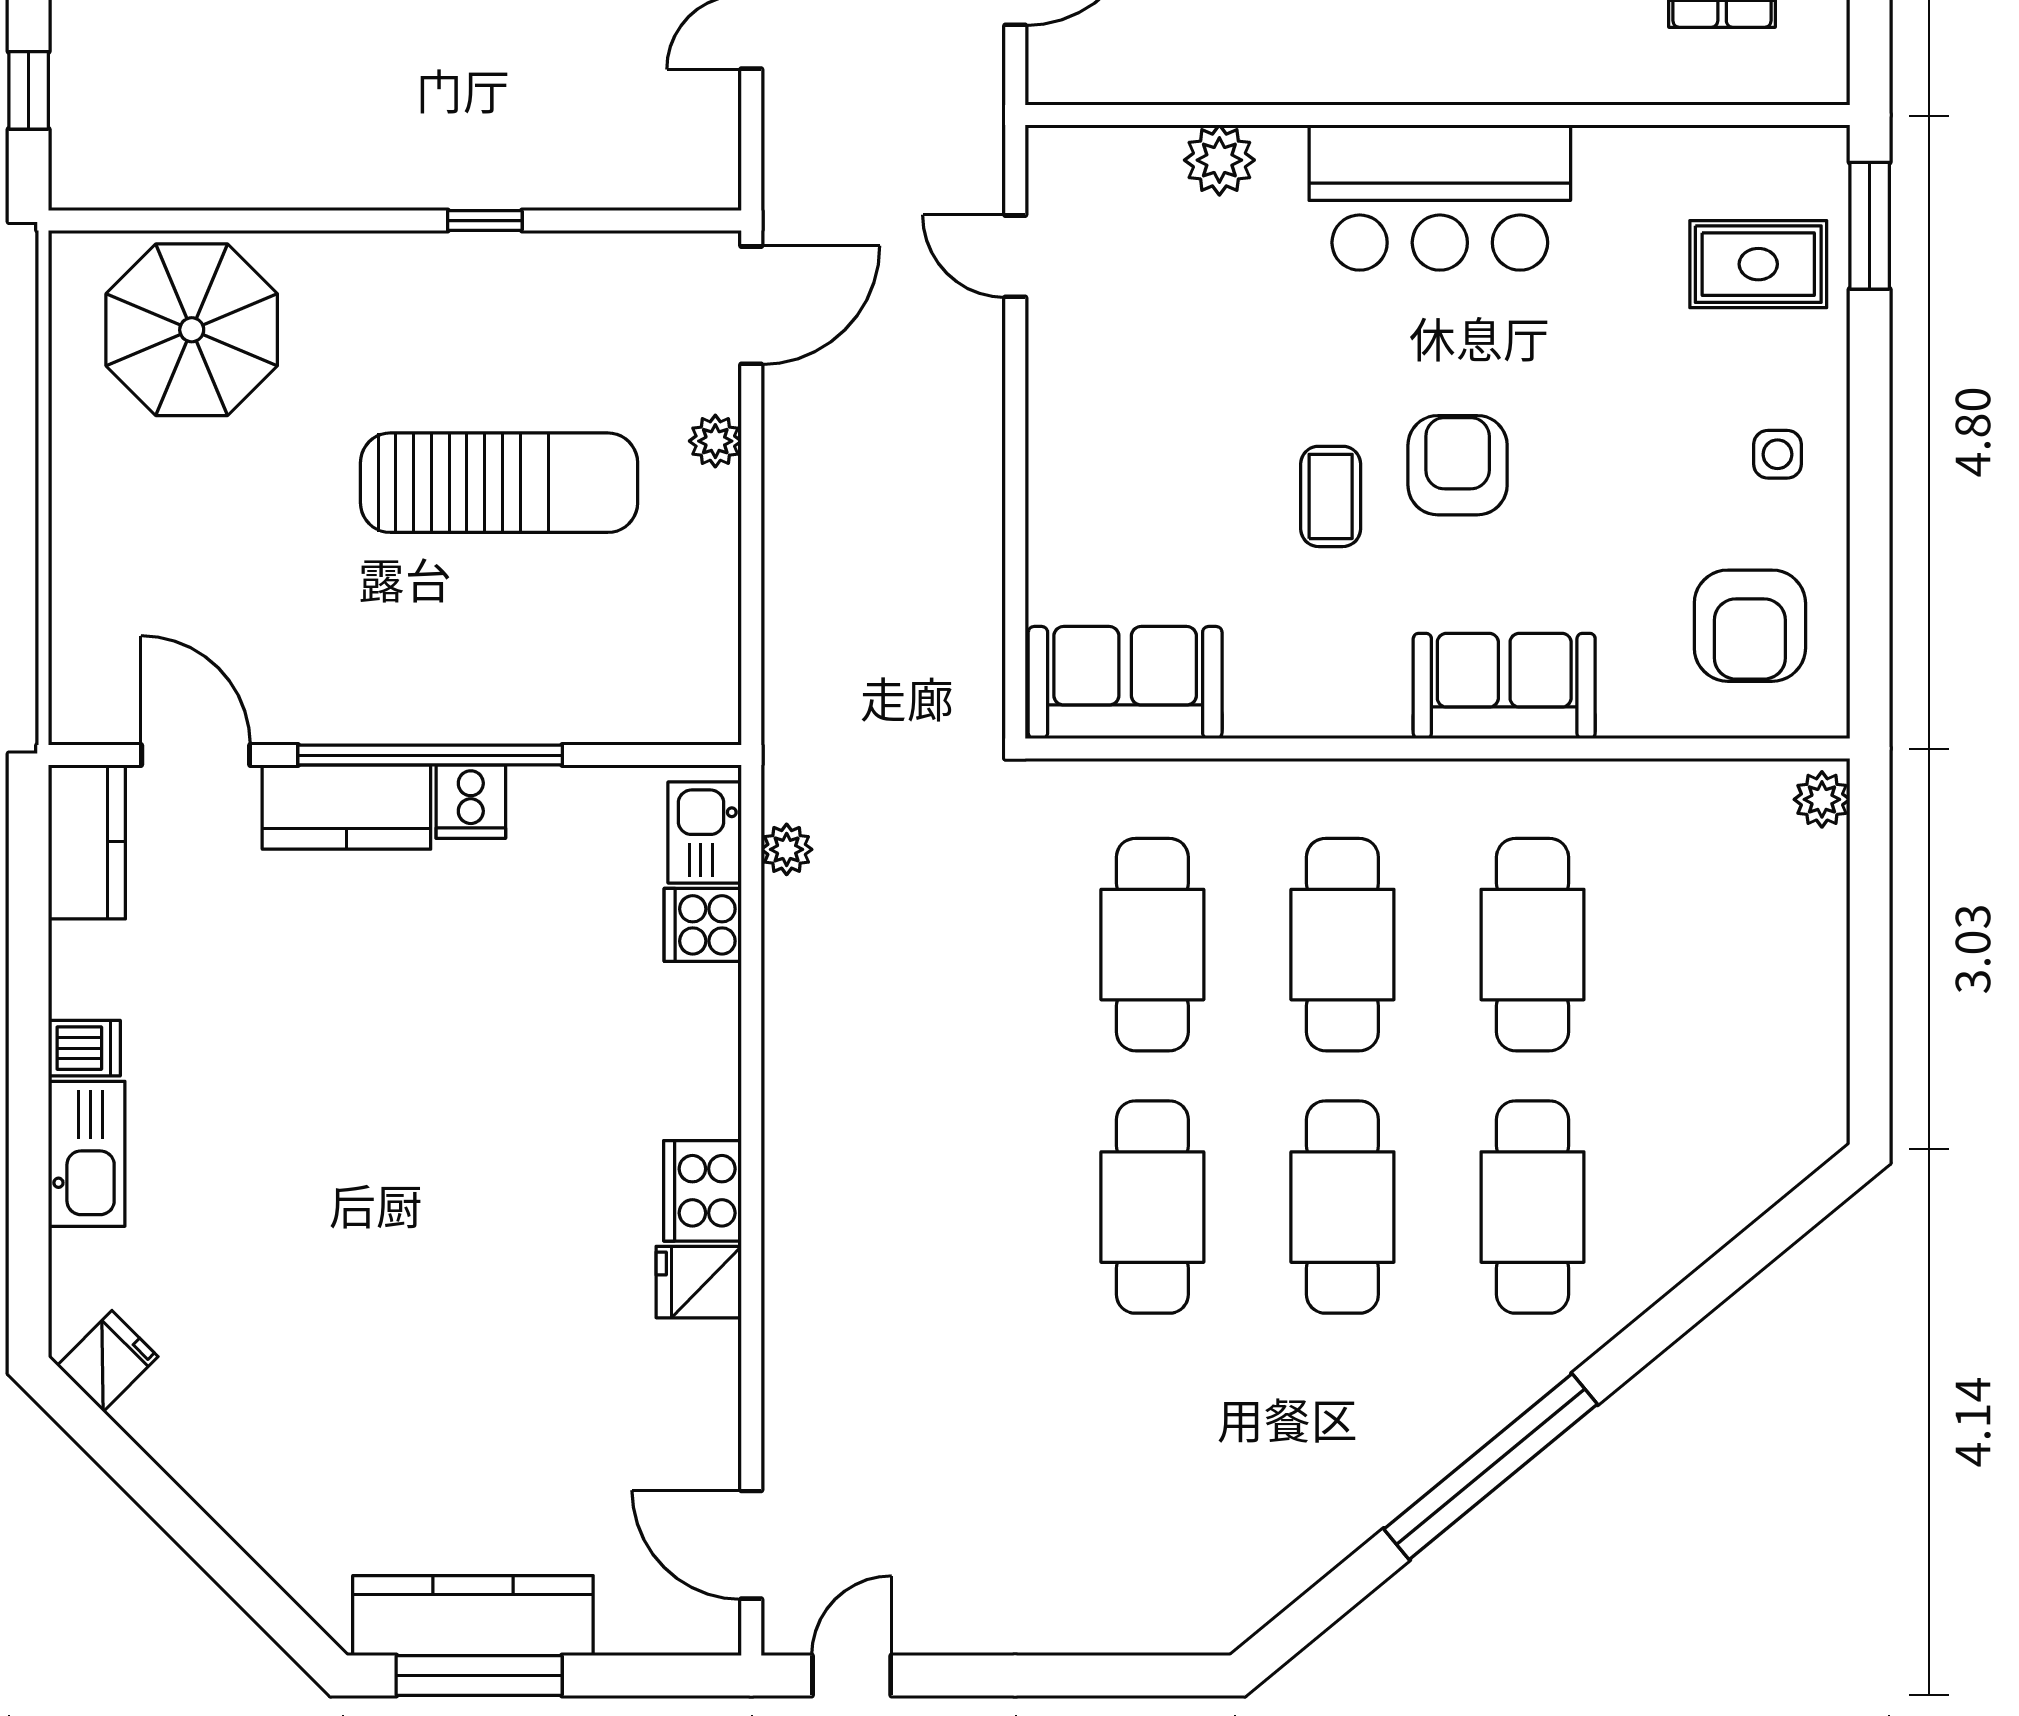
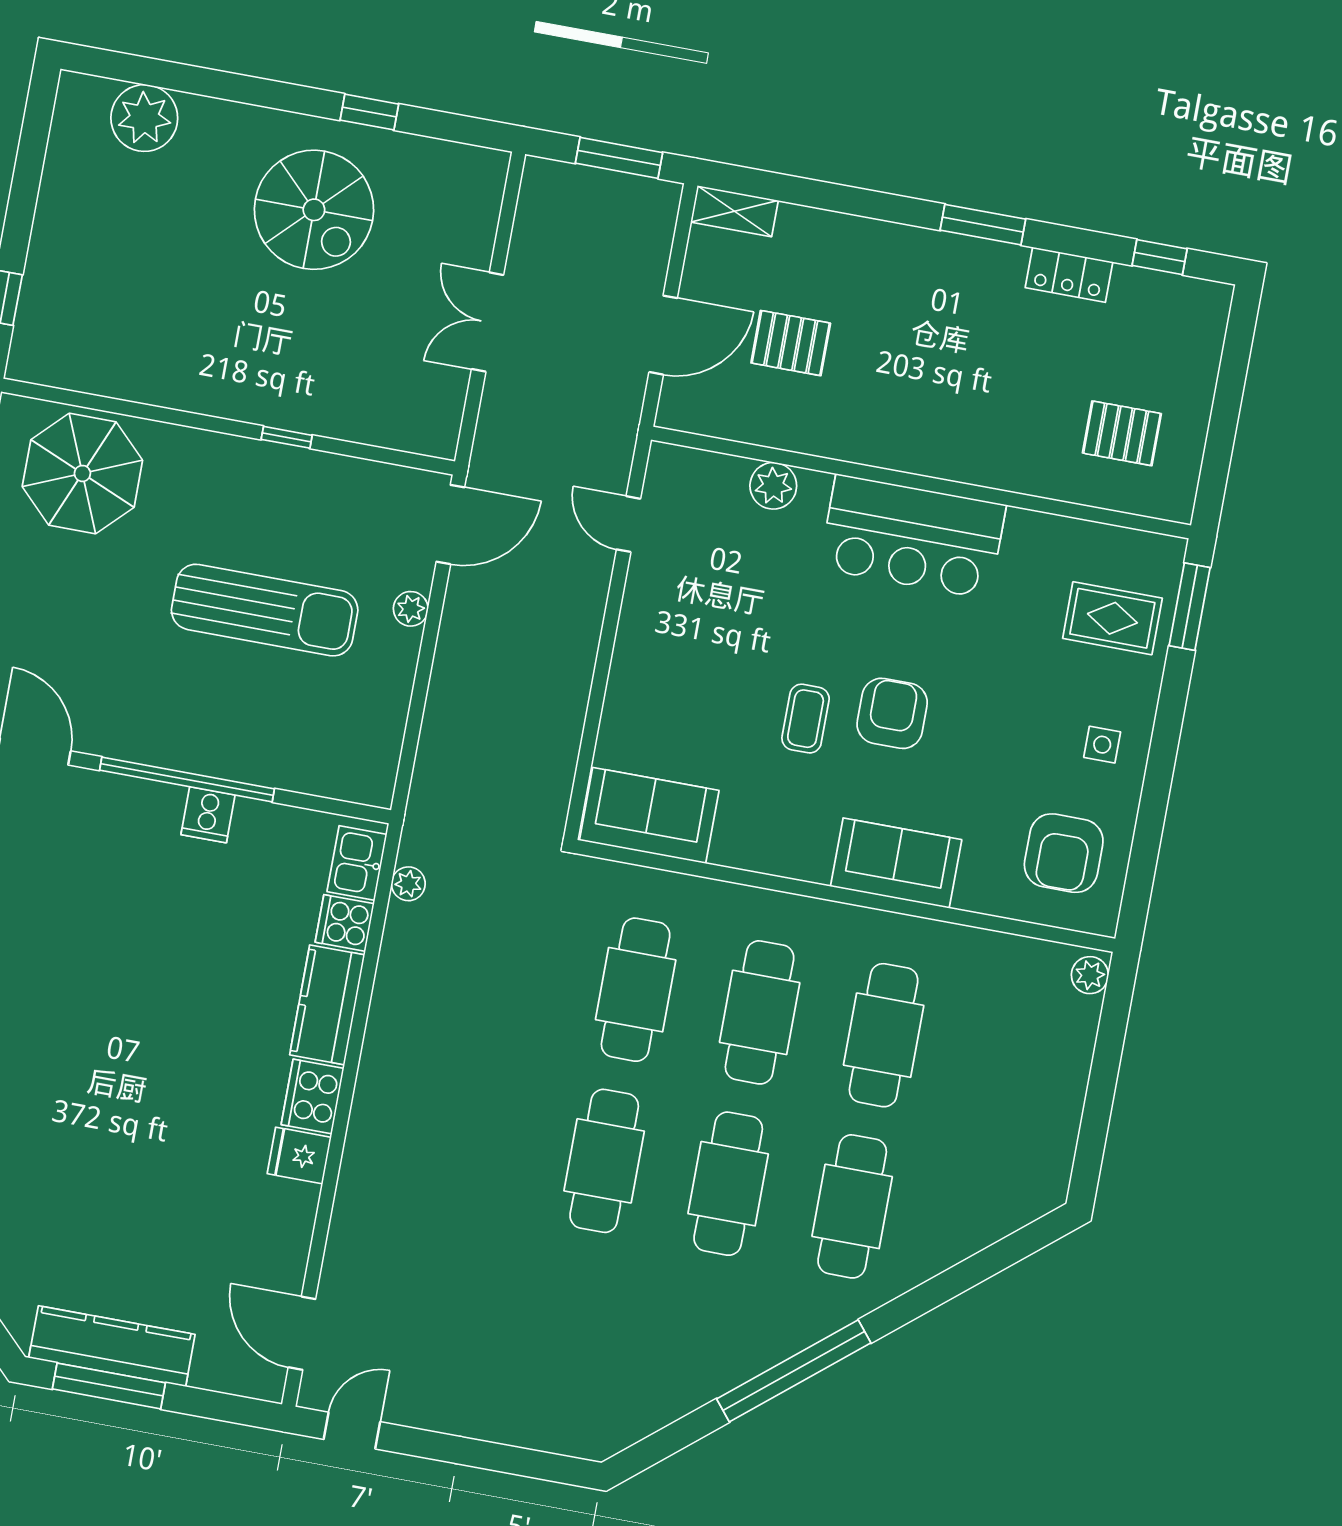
kitchen counter: (346, 807) -> (327, 1005), moved, turned 90

